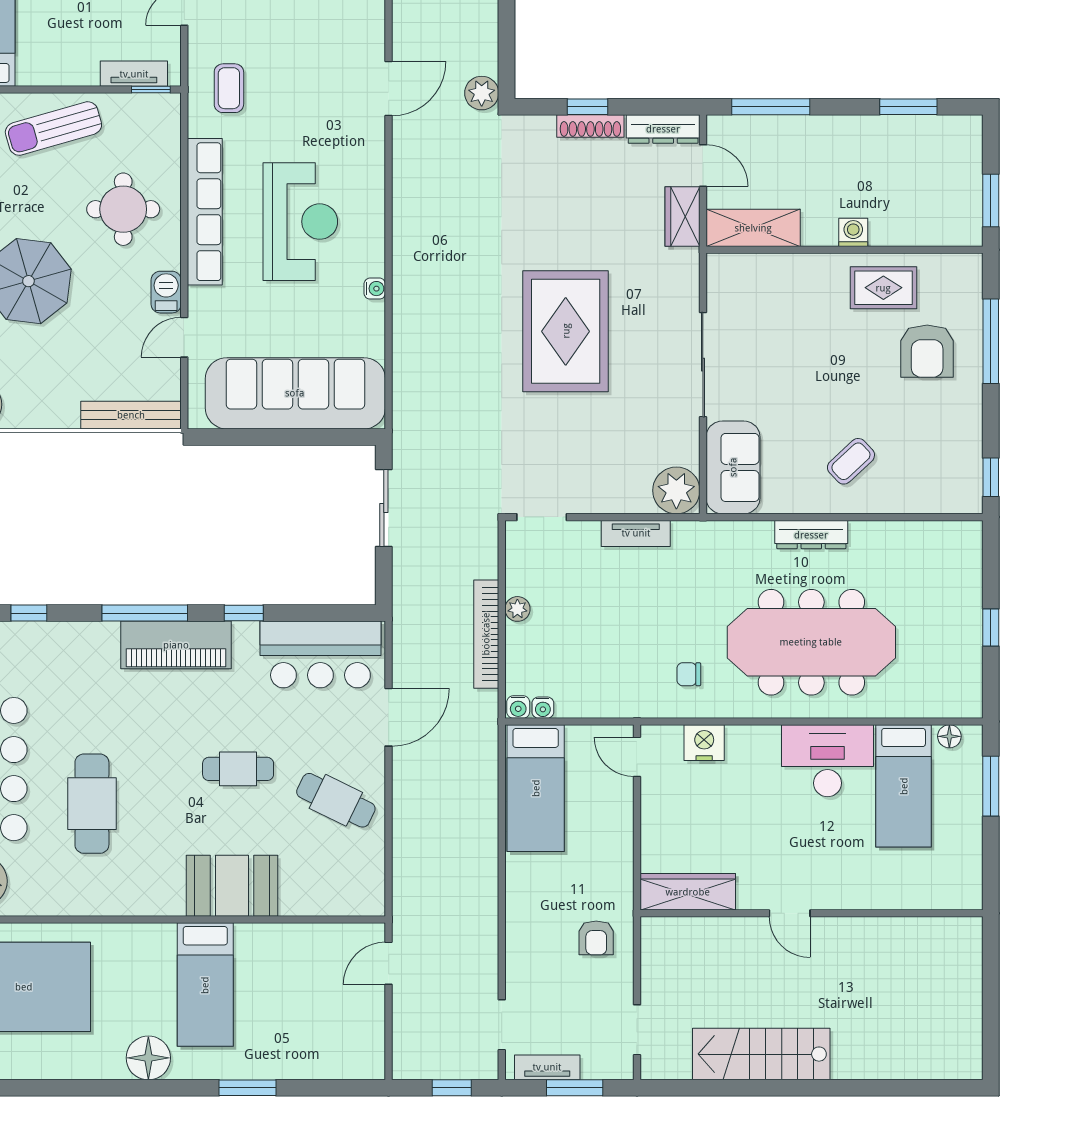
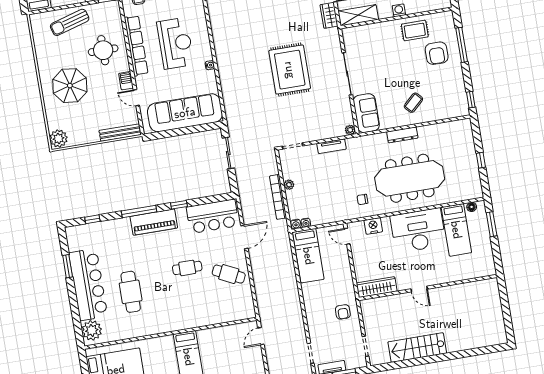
door: (184, 337) -> (136, 98), hinge flipped
plant: (676, 490) -> (350, 130), width x0.53, depth x0.53
desk: (827, 761) -> (418, 230), width x1.36, depth x1.30
booth: (232, 886) -> (193, 315), removed

